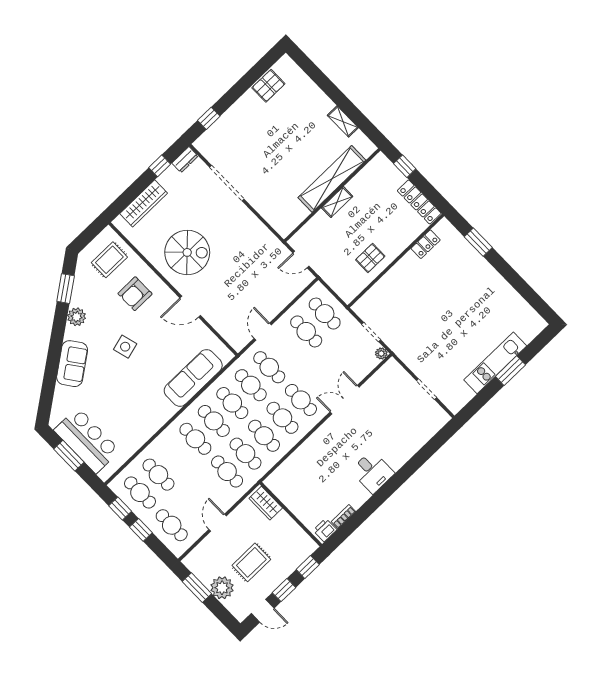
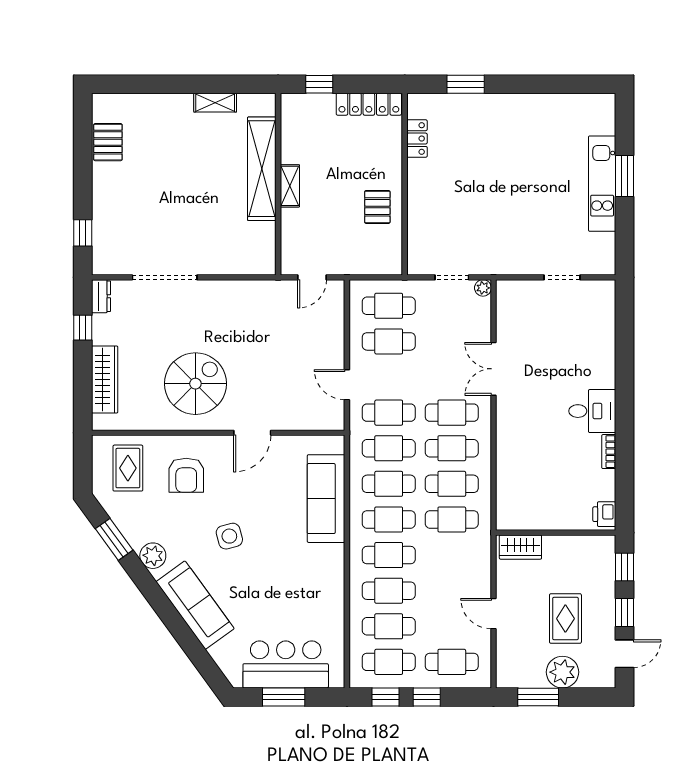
sofa: (72, 364) -> (195, 605), width x1.36
cafe table: (227, 472) -> (389, 591), moved
bookcase: (343, 517) -> (609, 452), moved

